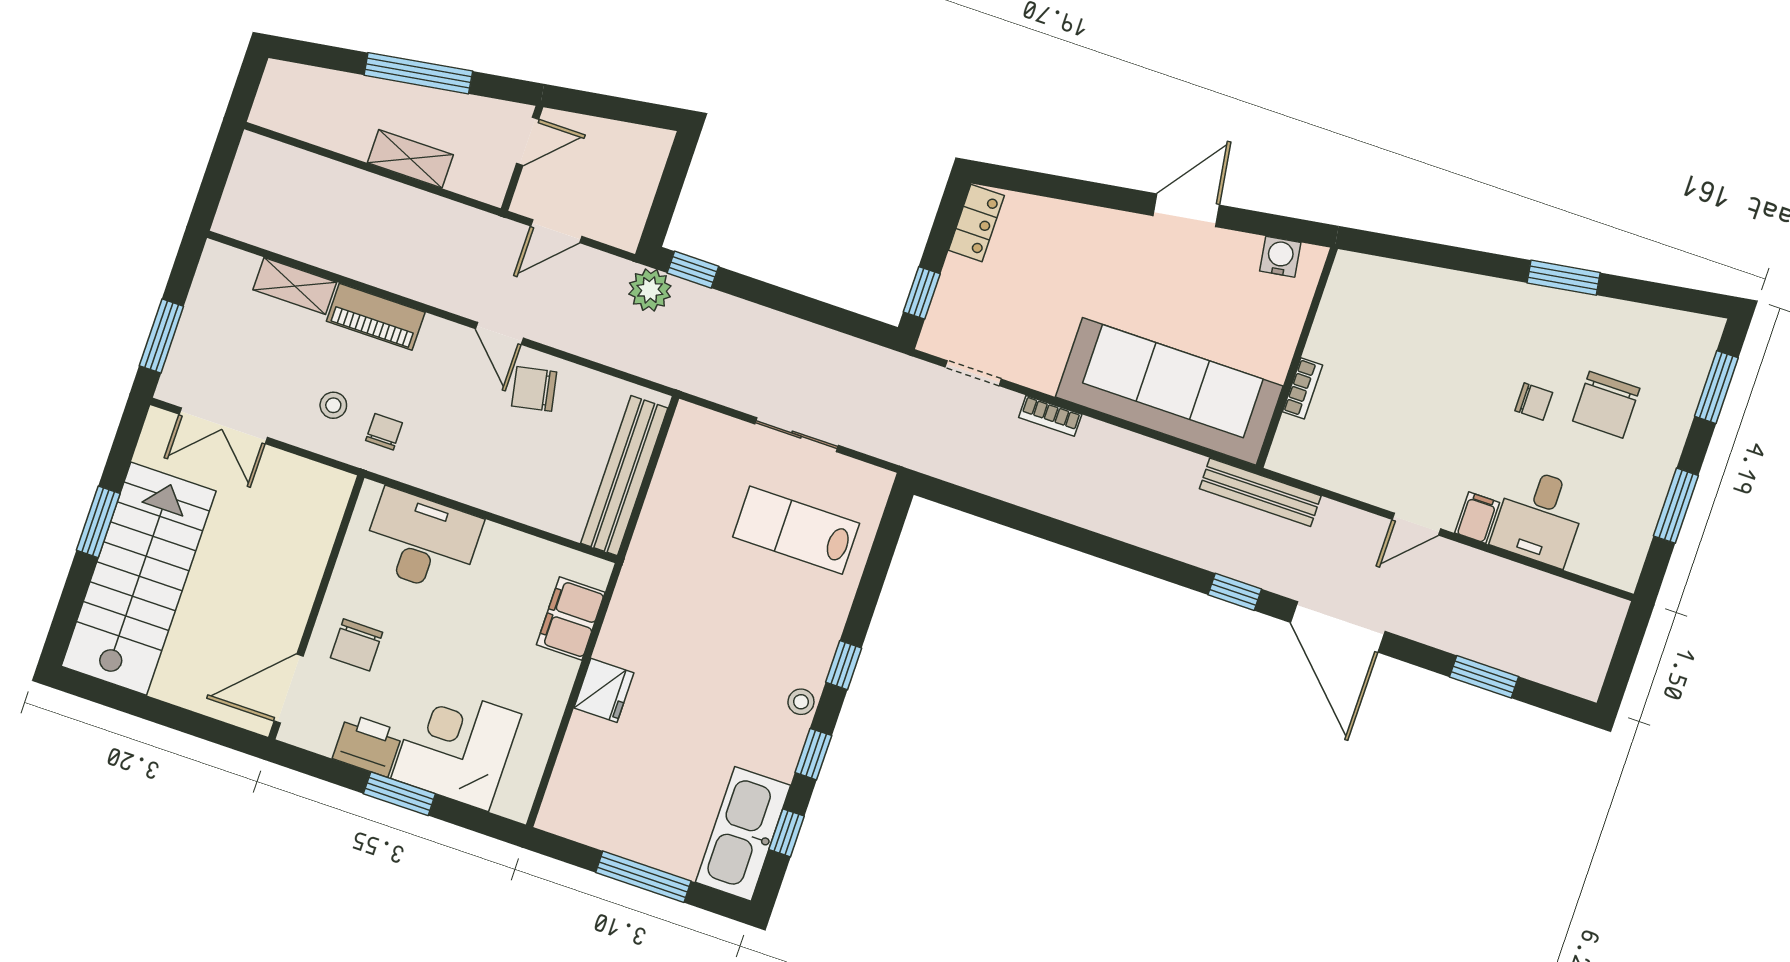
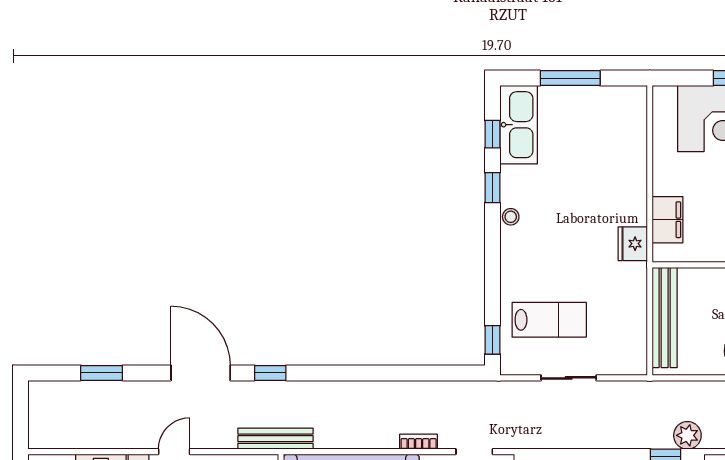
window: (844, 665) -> (492, 340), moved
fridge: (604, 690) -> (633, 244), moved

